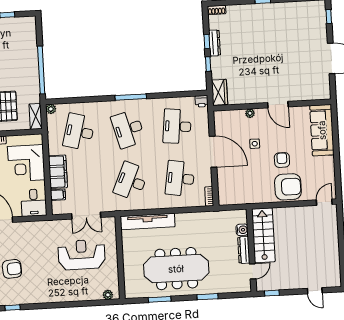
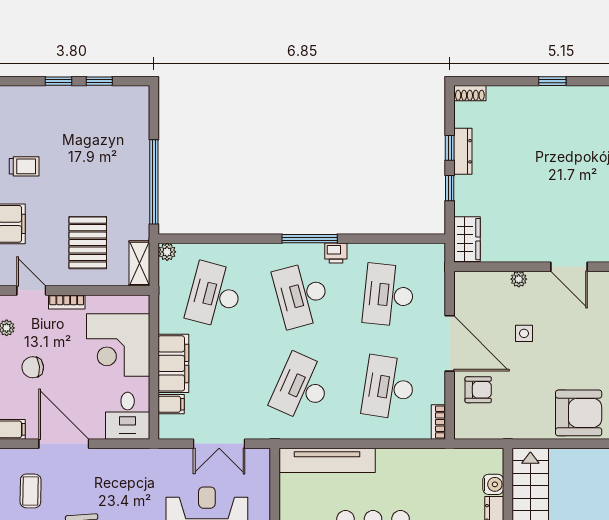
printer: (202, 101) -> (336, 253), moved
armchair: (282, 160) -> (478, 390), moved, turned 90

